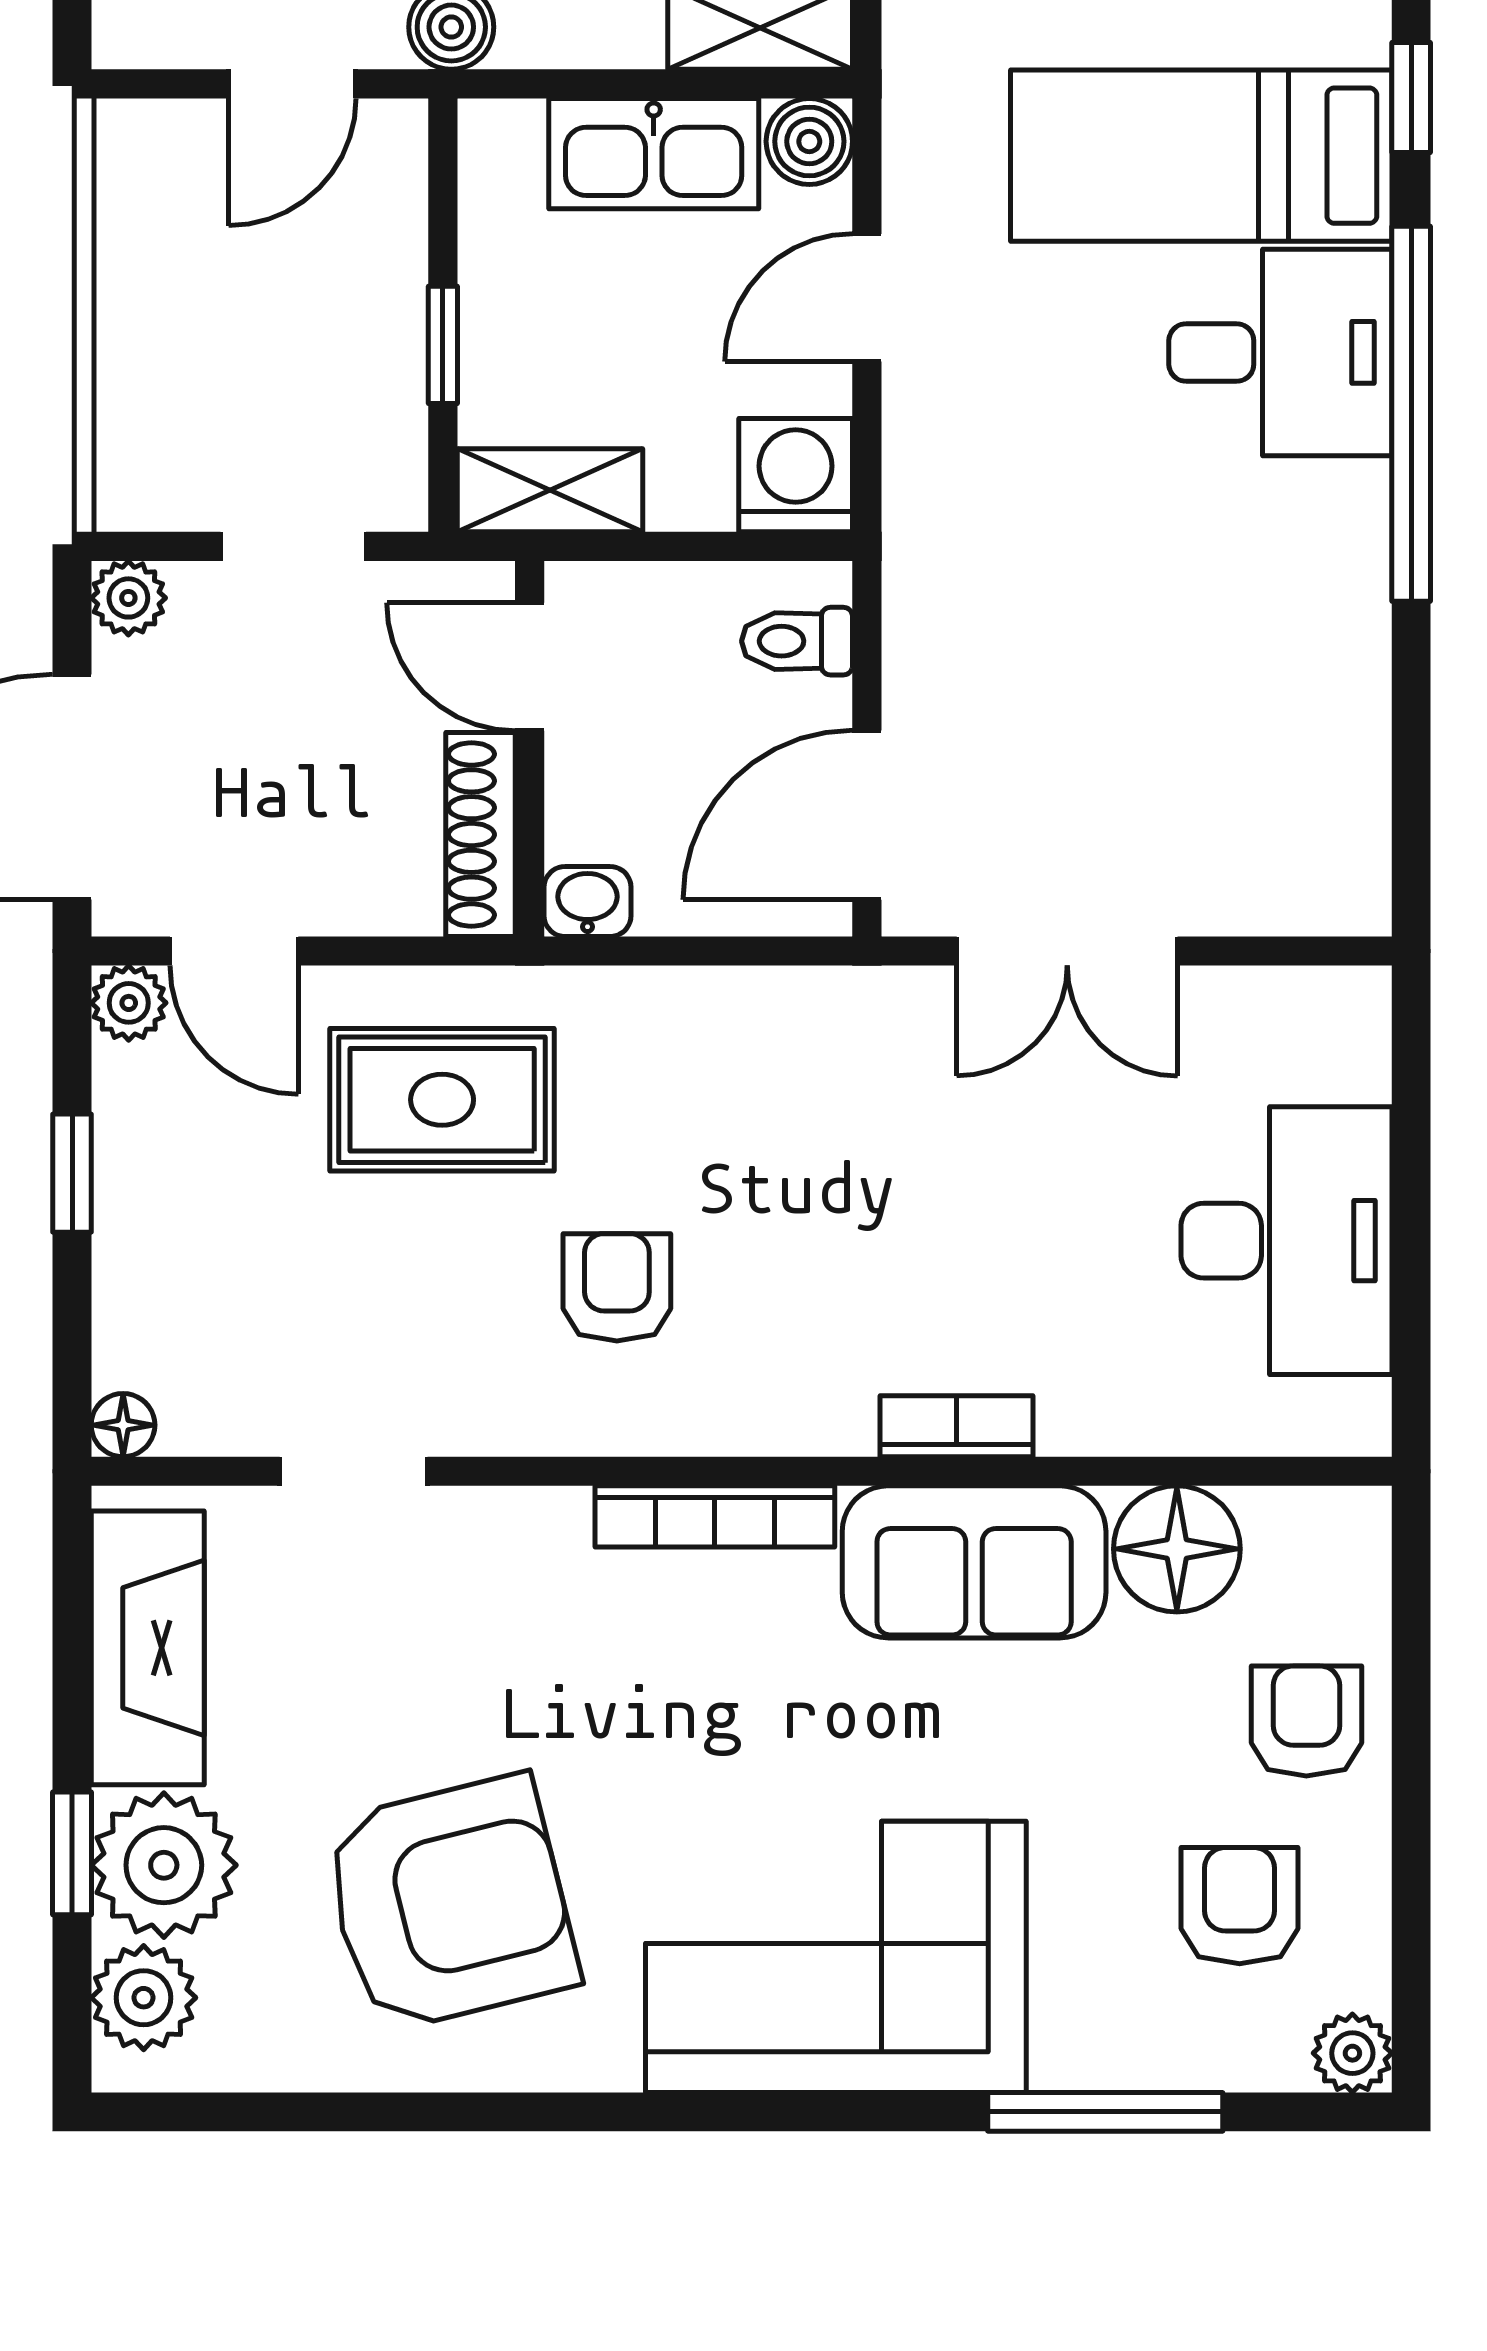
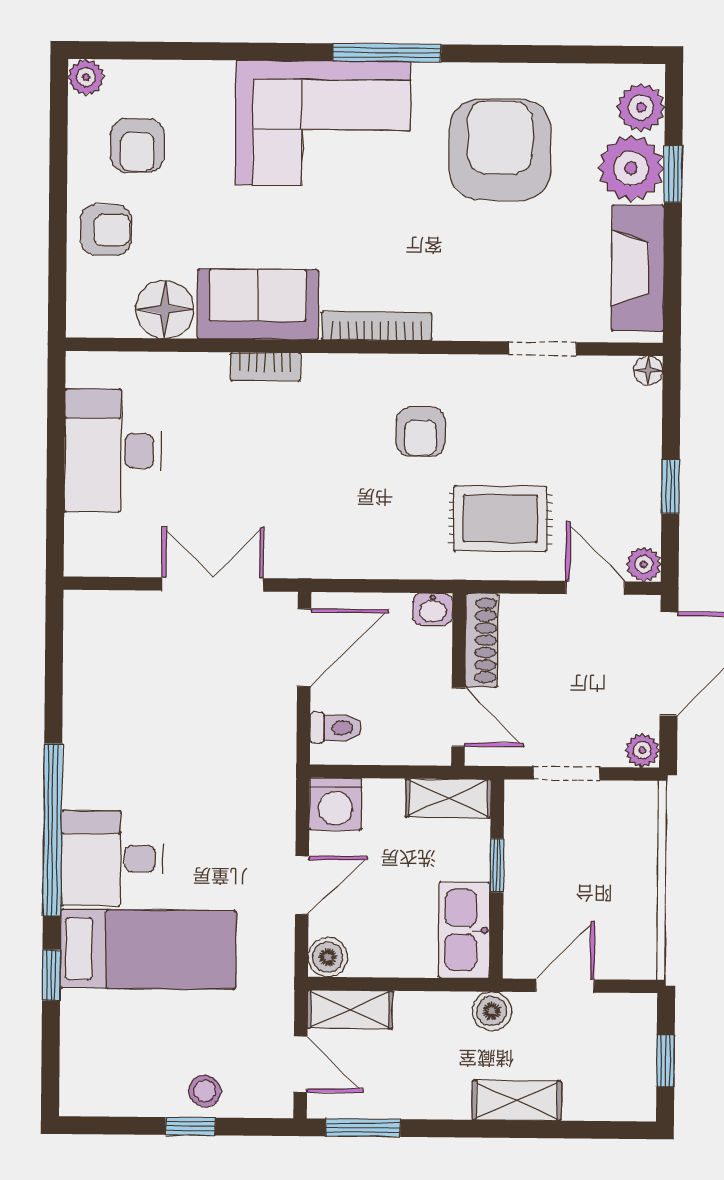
kitchen sink: (654, 154) -> (464, 930), moved, turned -90
armchair: (1306, 1721) -> (106, 230), turned -90
armchair: (450, 1903) -> (500, 150), turned 104
window: (1105, 2112) -> (387, 53), moved

